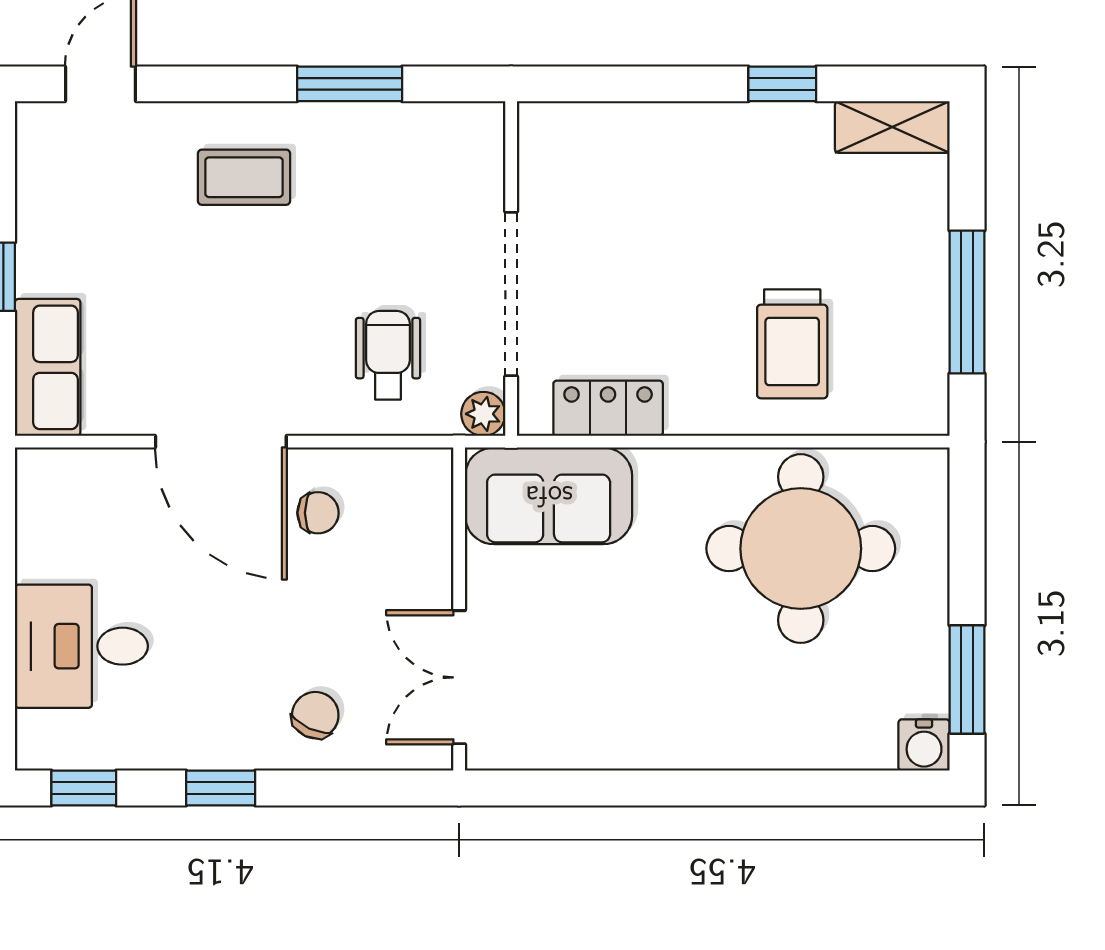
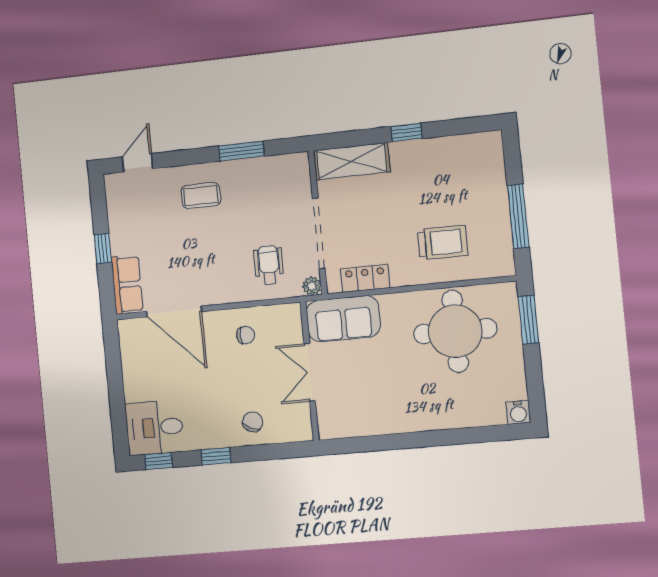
window: (782, 84) -> (406, 132), moved
shelving: (892, 127) -> (352, 161), moved, width x1.50, depth x1.33
trolley: (792, 344) -> (443, 242), turned -90
door: (221, 442) -> (174, 312), moved
desk: (81, 646) -> (154, 428), moved
double door: (459, 677) -> (310, 372), moved
window: (967, 679) -> (528, 320), moved

